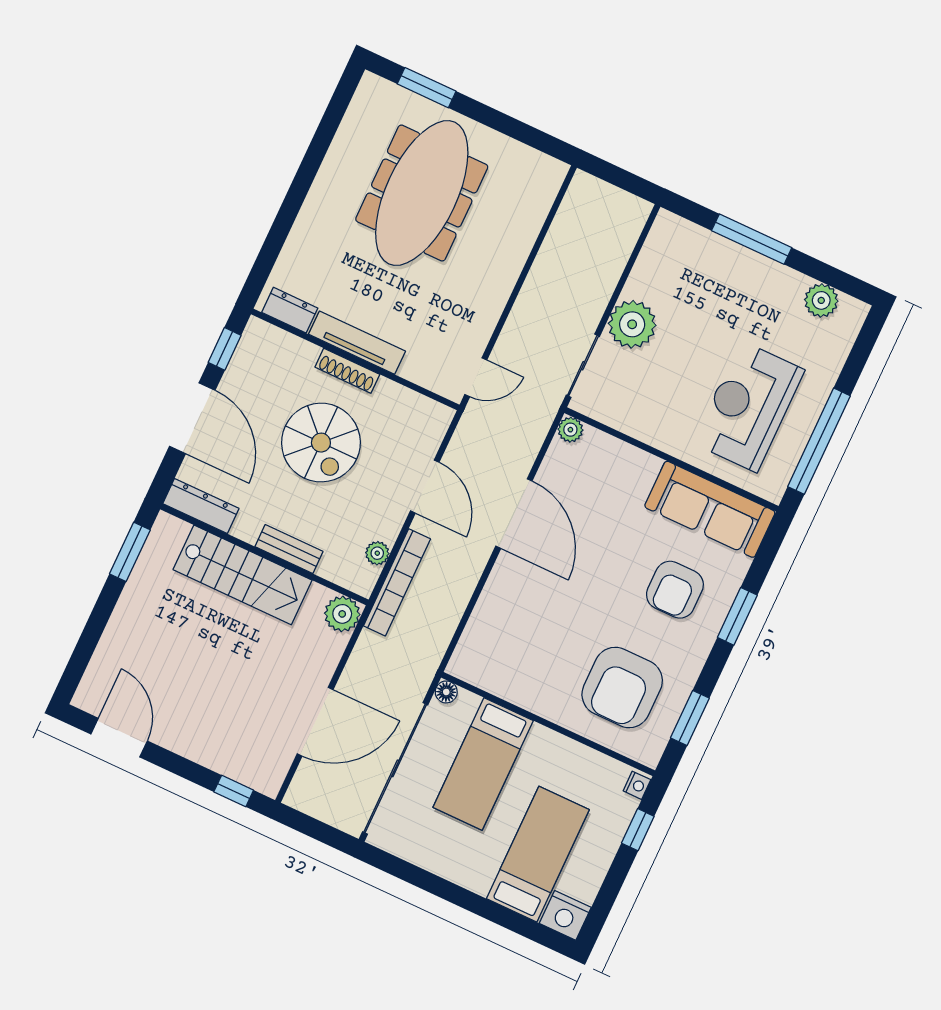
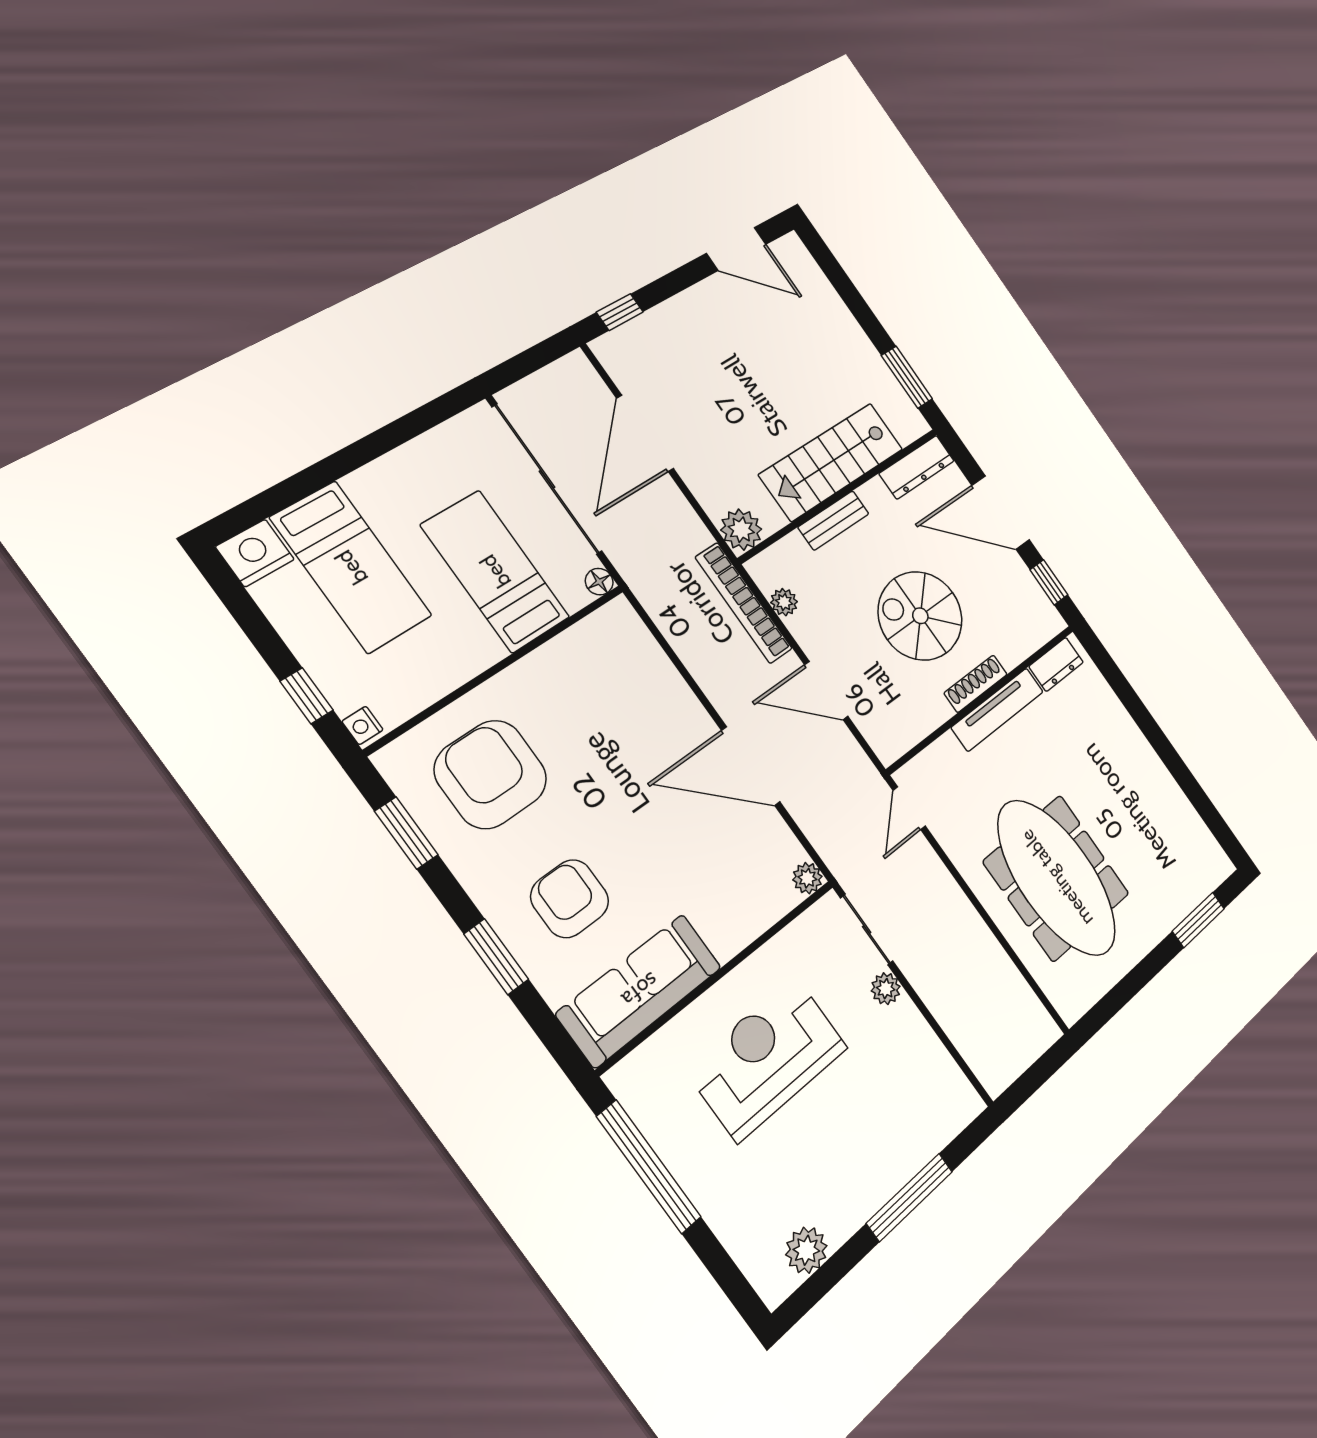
meeting table: (422, 193) -> (1057, 878), moved
plant: (632, 324) -> (886, 989), width x0.53, depth x0.53
reception desk: (749, 407) -> (767, 1058), moved, turned -90

